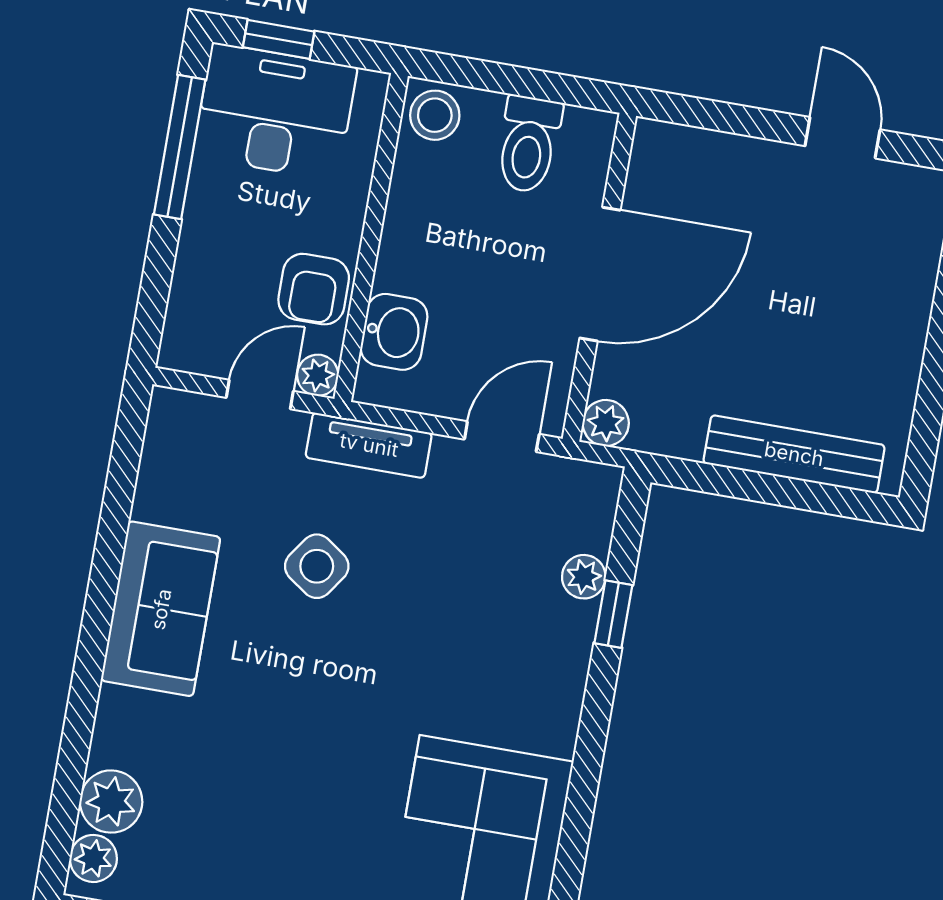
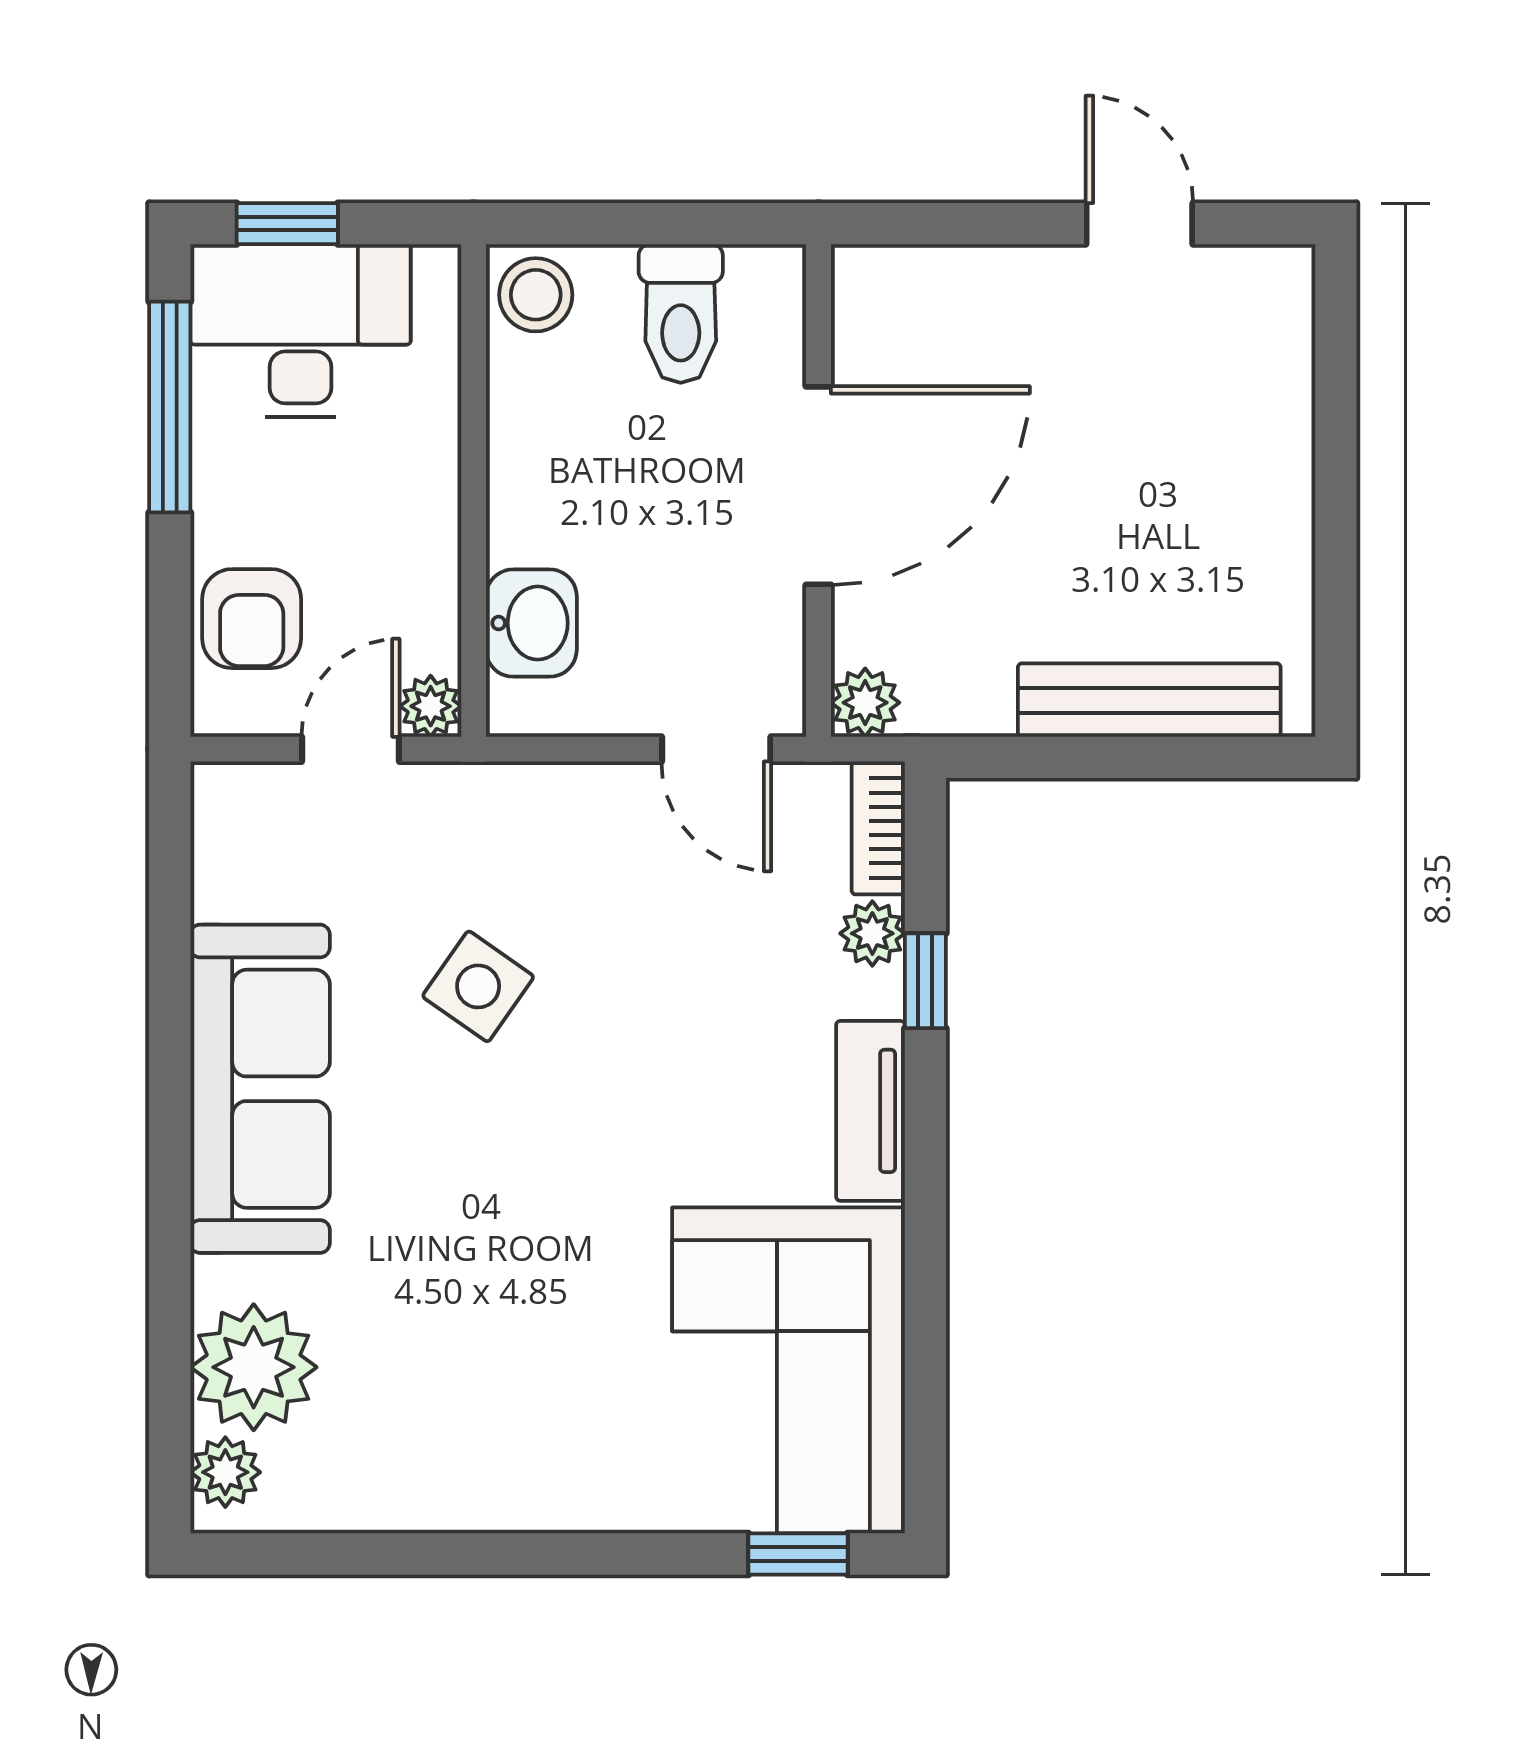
armchair: (314, 289) -> (252, 619), moved
door: (502, 437) -> (716, 749), swing flipped
tv unit: (369, 445) -> (870, 1111), moved, turned 90
bookcase: (600, 508) -> (878, 828), added
sofa: (161, 609) -> (260, 1089), width x1.36
plant: (111, 802) -> (254, 1367), width x1.36, depth x1.36

